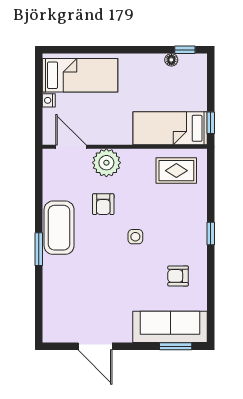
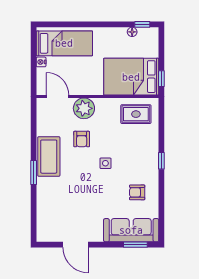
bed: (170, 128) -> (131, 77), width x1.50

